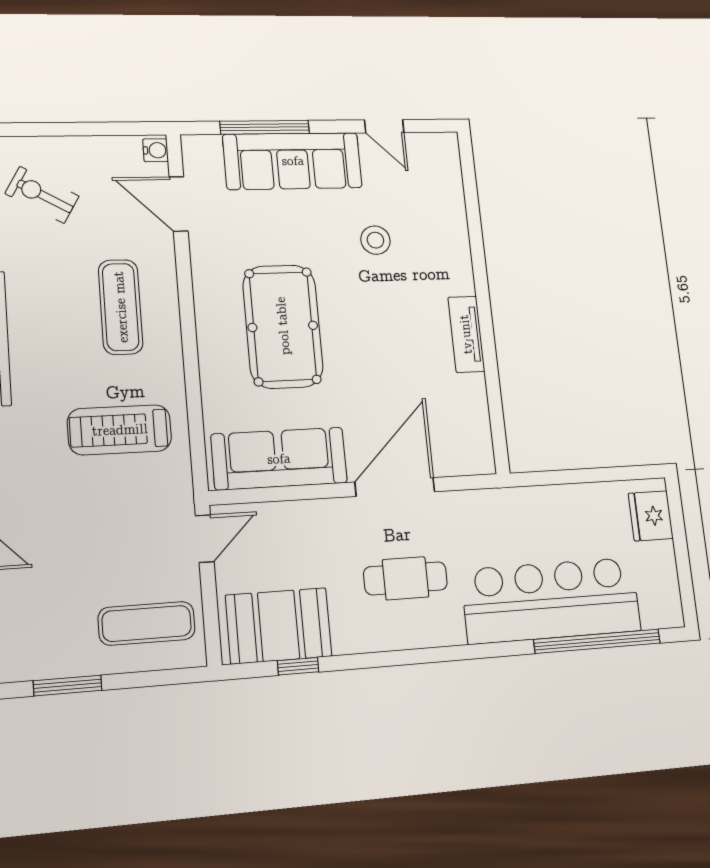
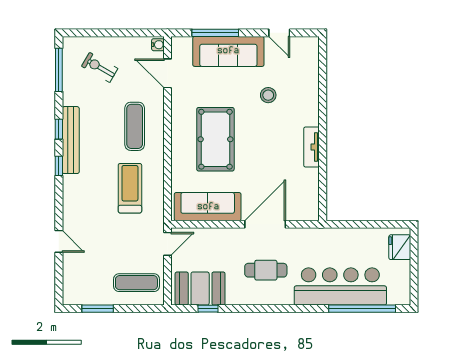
treadmill: (120, 430) -> (130, 188), turned 90

